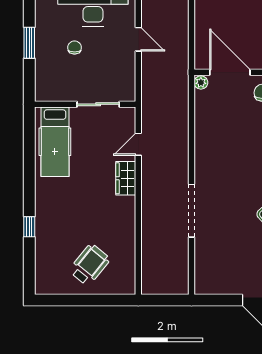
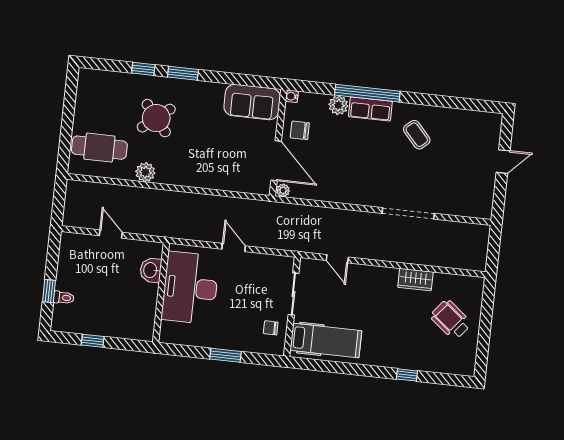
door: (138, 39) -> (234, 247), hinge flipped
chair: (75, 48) -> (271, 328), moved
door: (230, 72) -> (276, 161), swing flipped
wardrobe: (126, 178) -> (415, 280), moved

